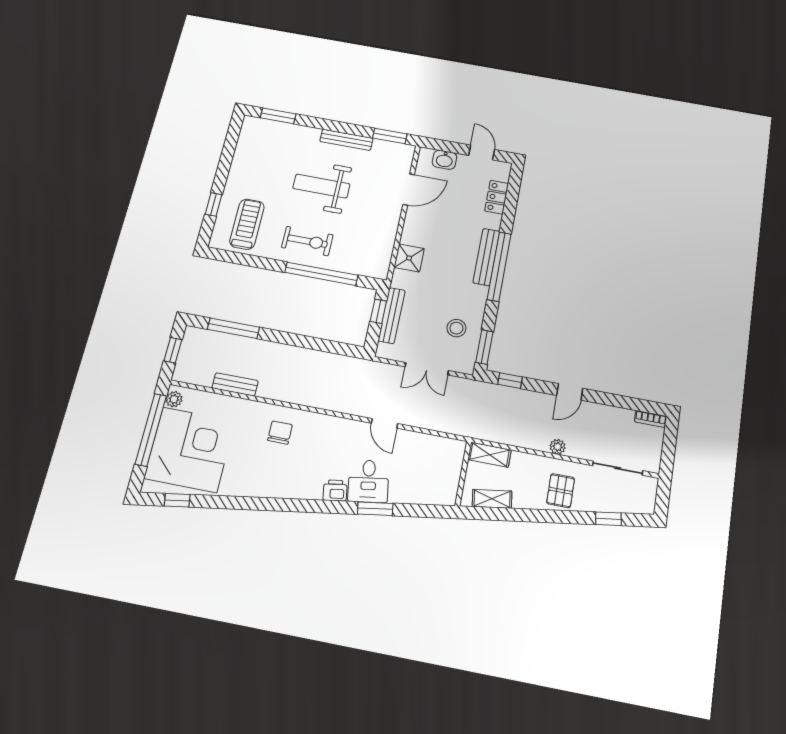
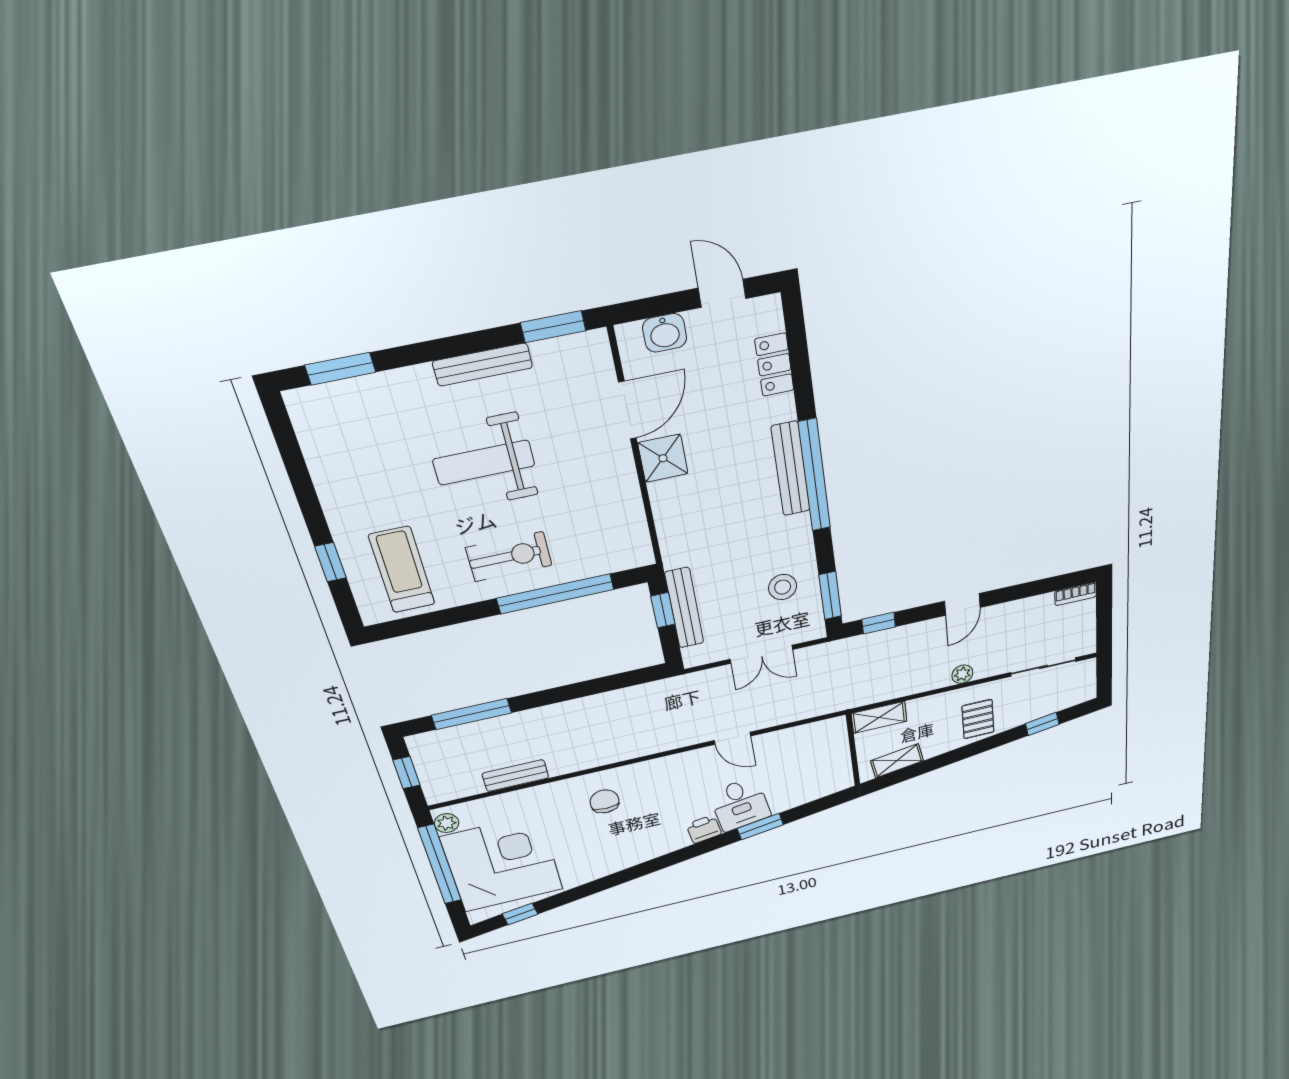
shower: (409, 258) -> (663, 458), moved

